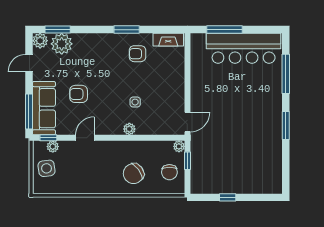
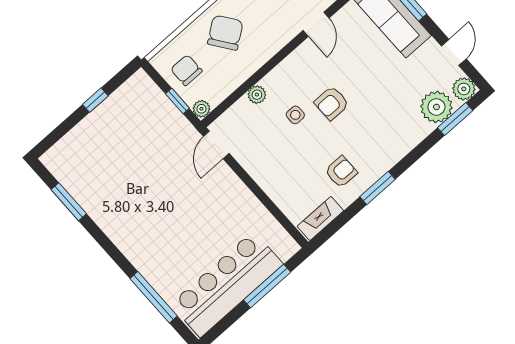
armchair: (79, 94) -> (332, 103), moved, turned 180
window: (286, 125) -> (69, 202), moved
plant: (129, 129) -> (257, 95), moved

